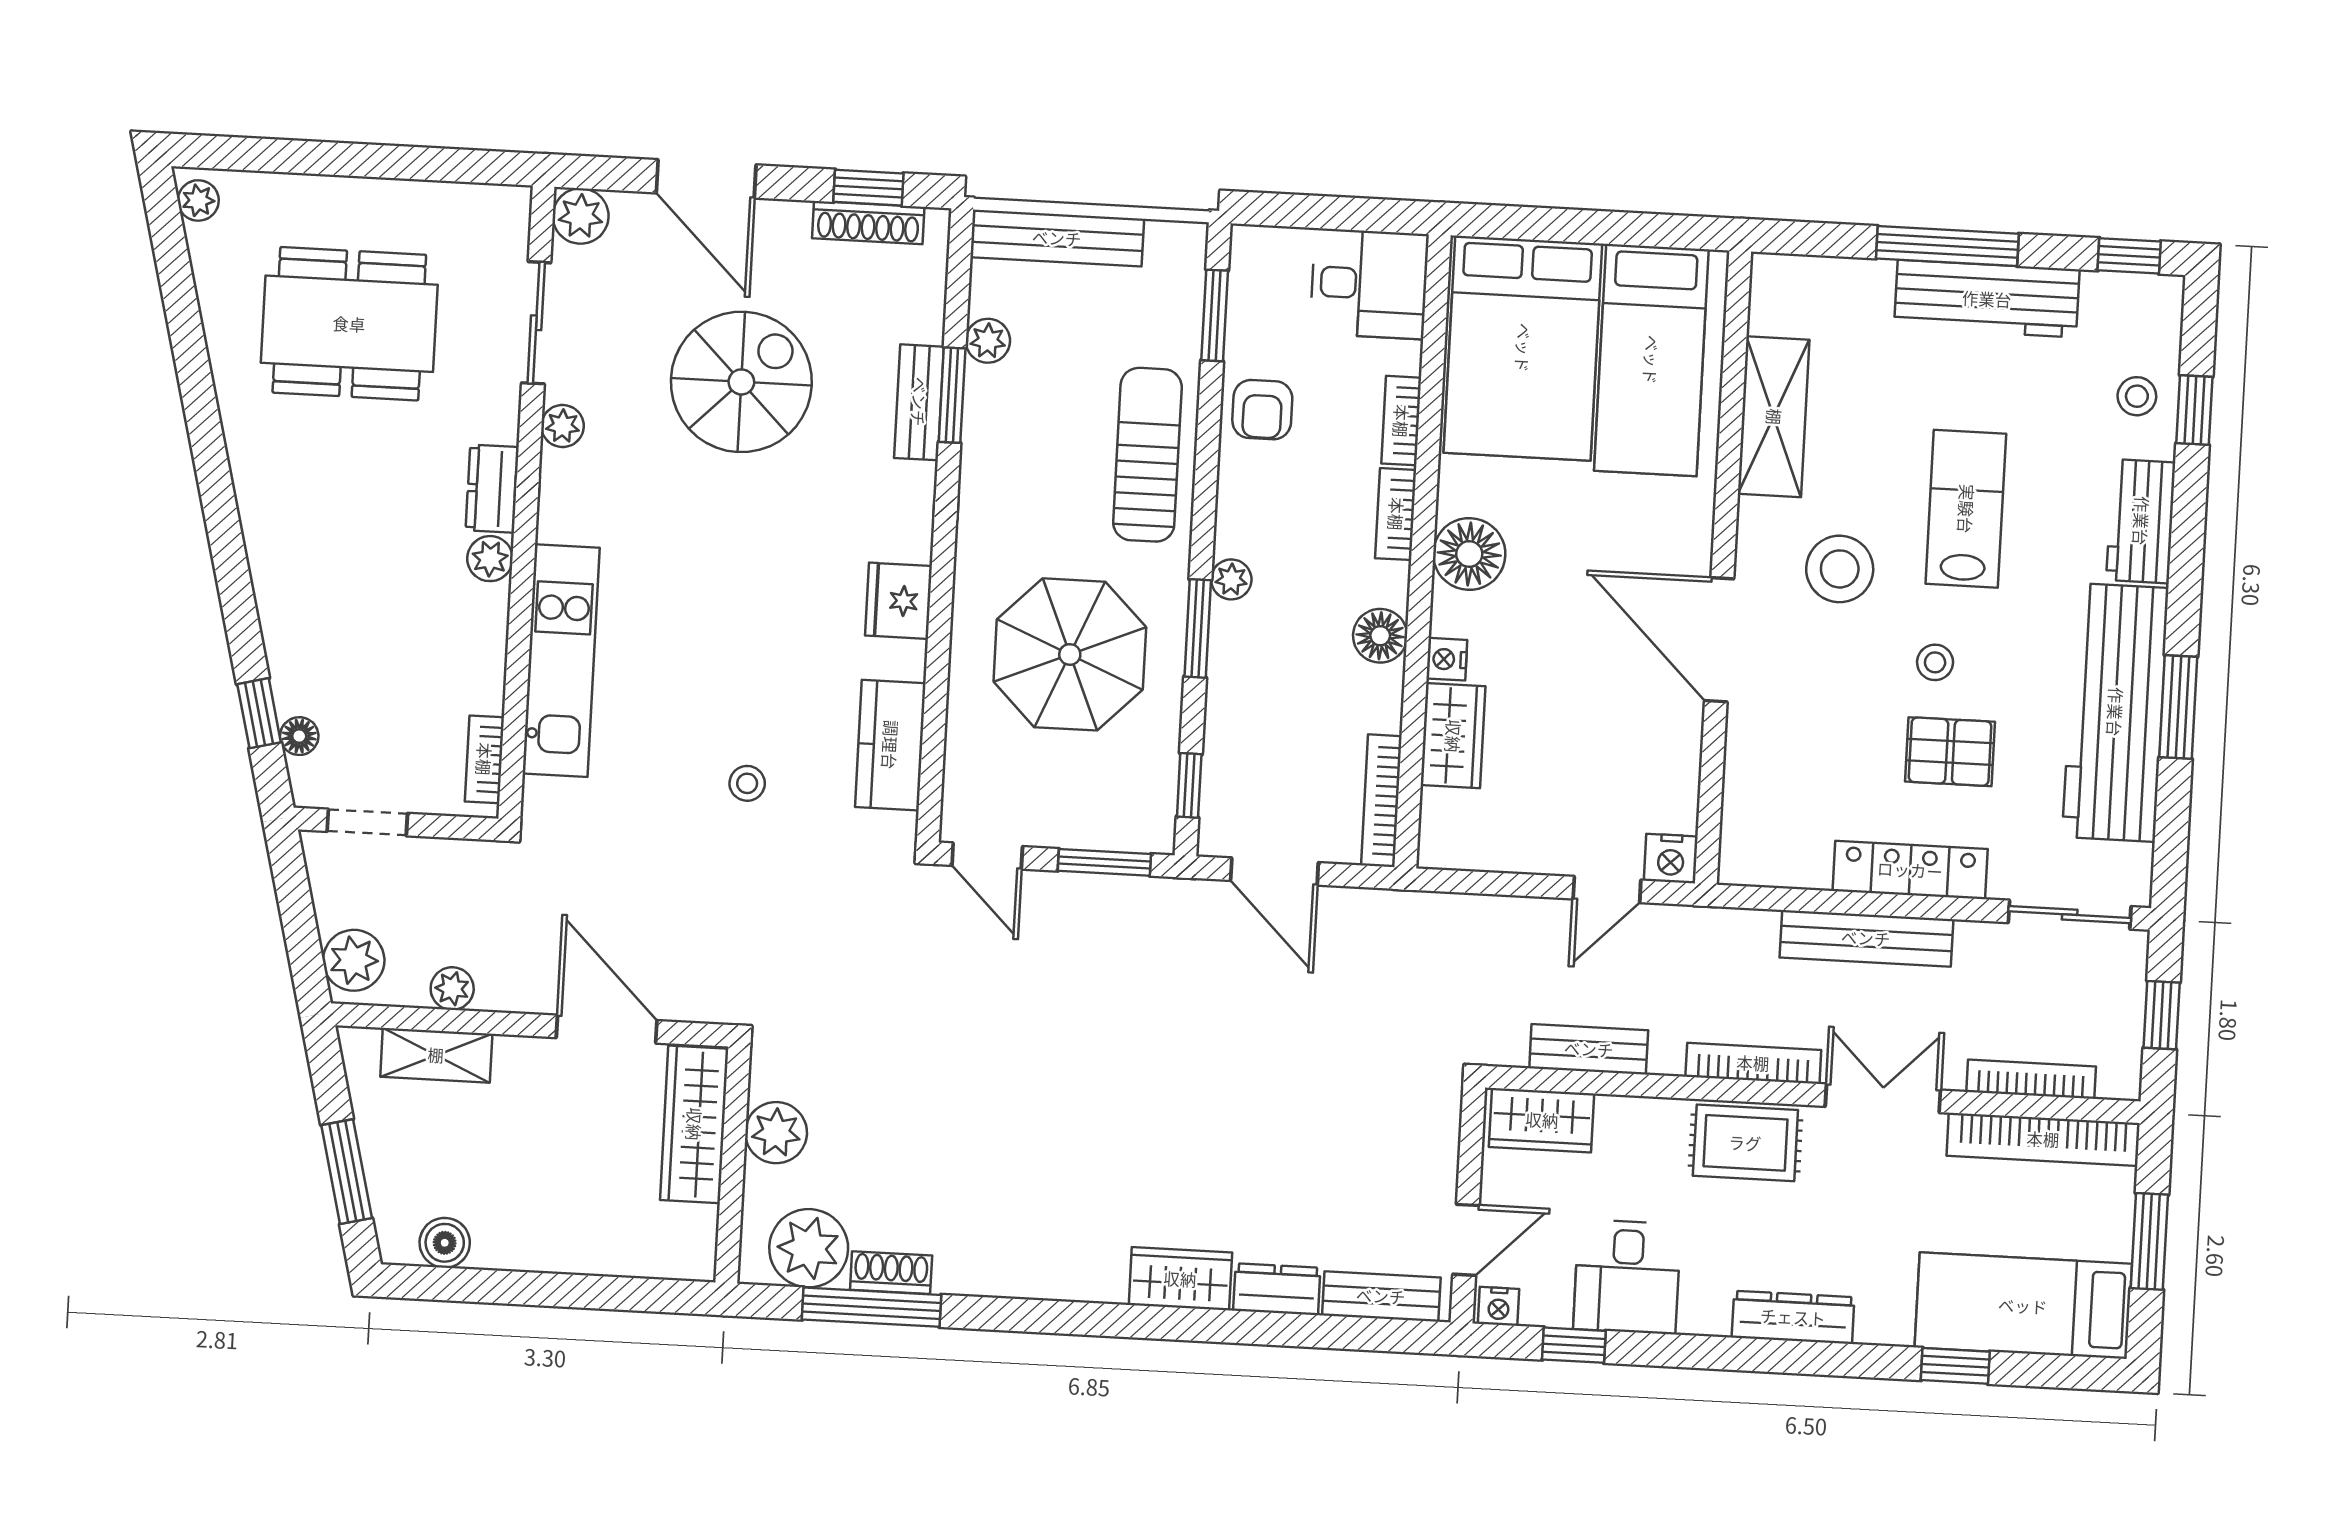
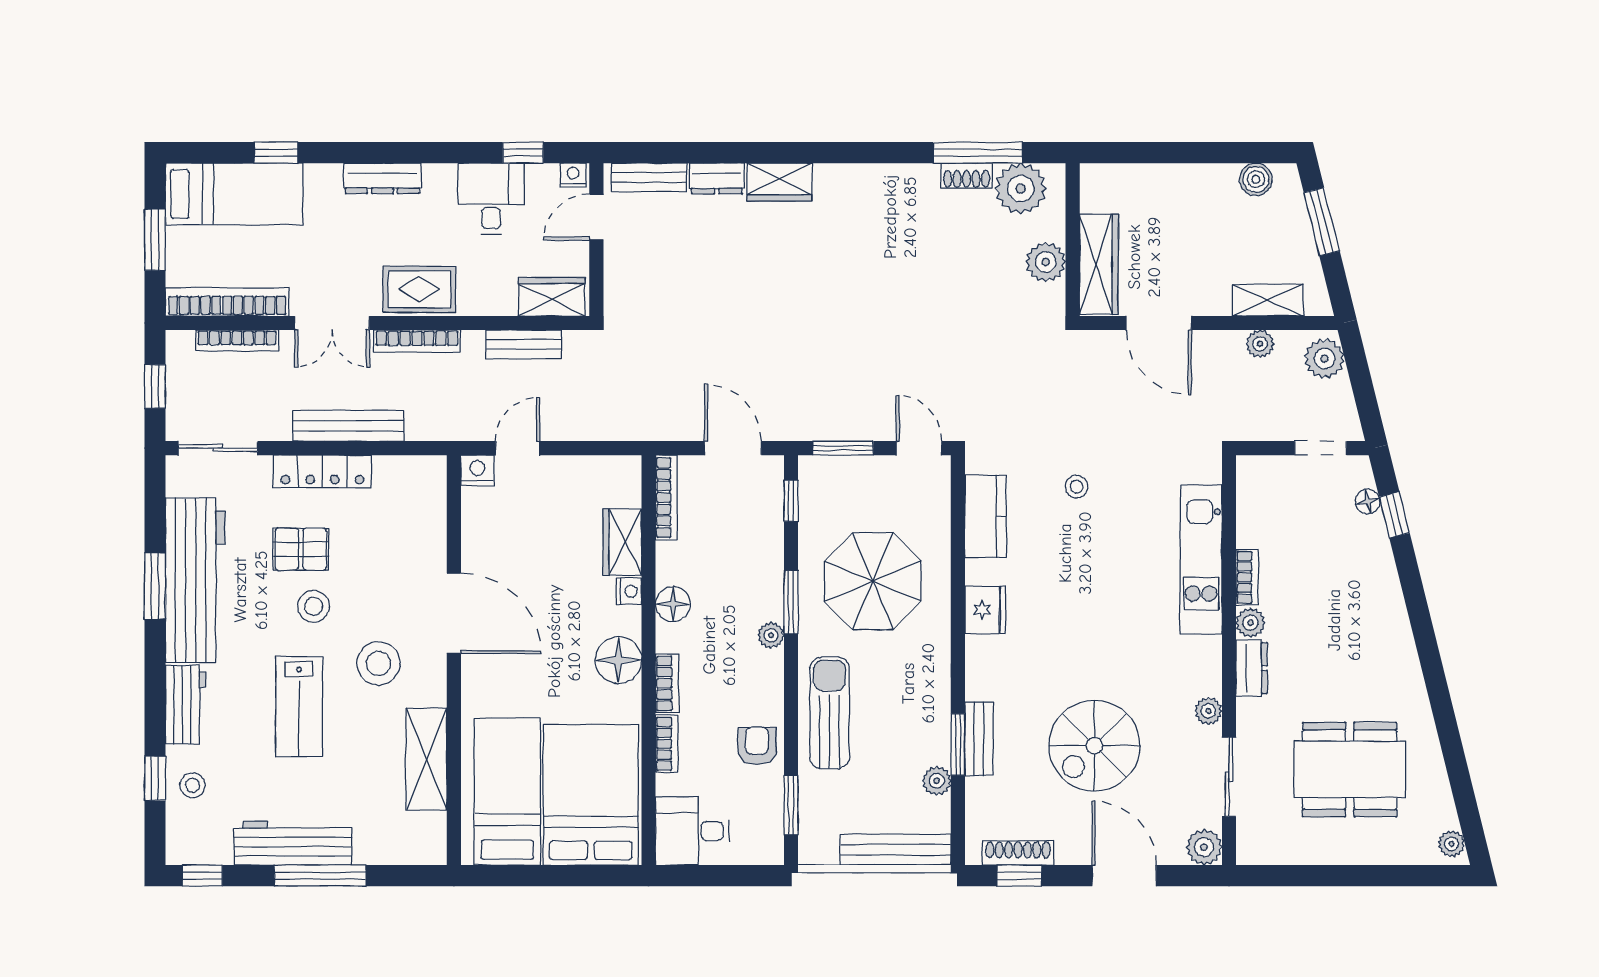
sun lounger: (1147, 455) -> (830, 713), turned 180
stool: (1935, 662) -> (314, 606), width x1.37, depth x1.37
bookcase: (484, 759) -> (1247, 577), moved

